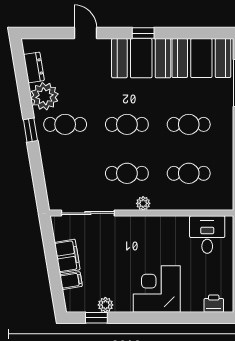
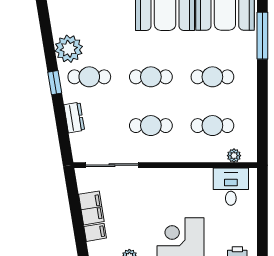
dresser: (34, 68) -> (74, 118), moved
plant: (143, 203) -> (234, 156), moved

